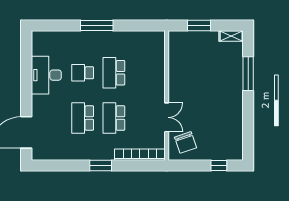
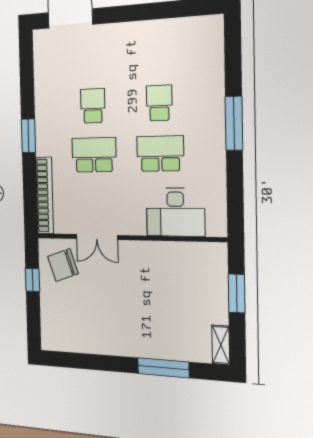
desk: (46, 75) -> (175, 212), moved, turned 180
school desk: (83, 118) -> (93, 106), width x0.54
window: (219, 165) -> (32, 280), moved

